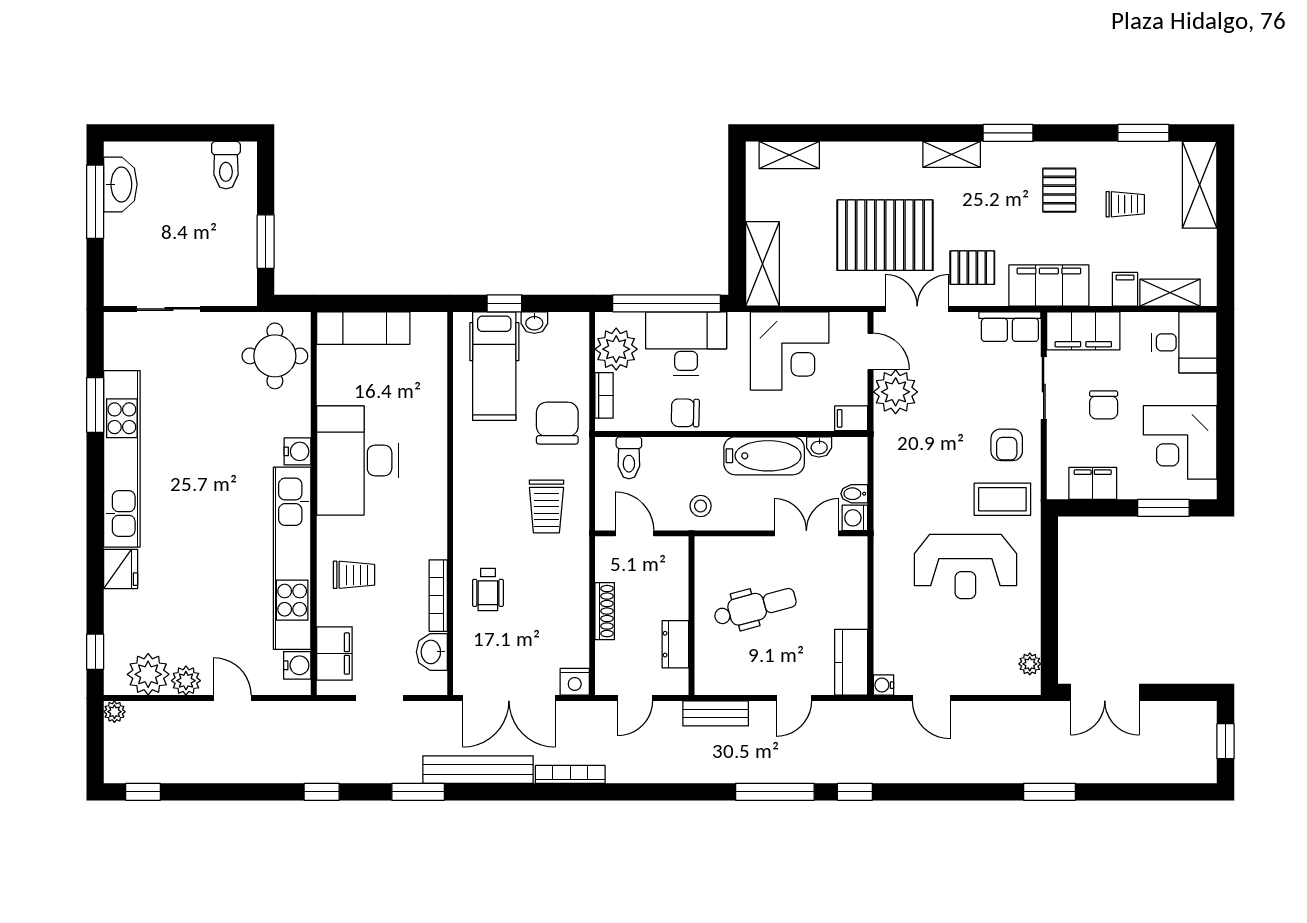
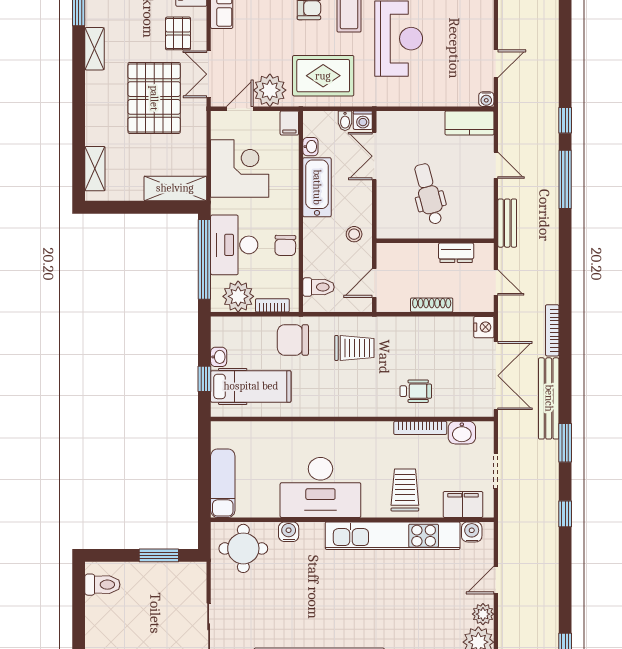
water cooler: (298, 451) -> (289, 532), moved
rug: (915, 464) -> (323, 76), added
trolley: (354, 575) -> (405, 490), width x1.36, depth x1.39

